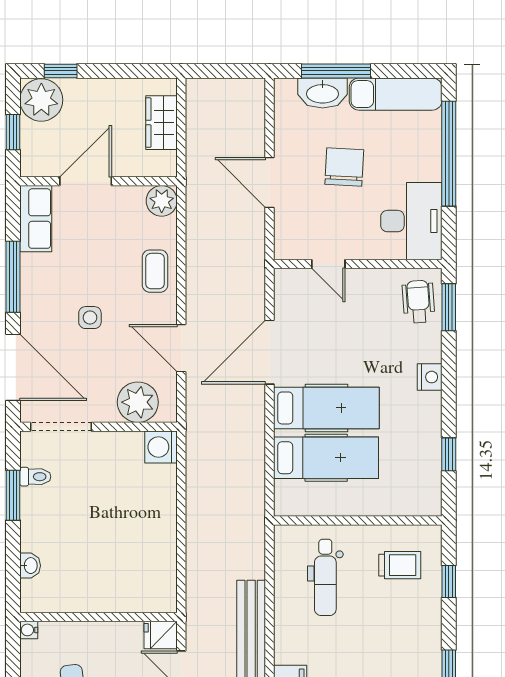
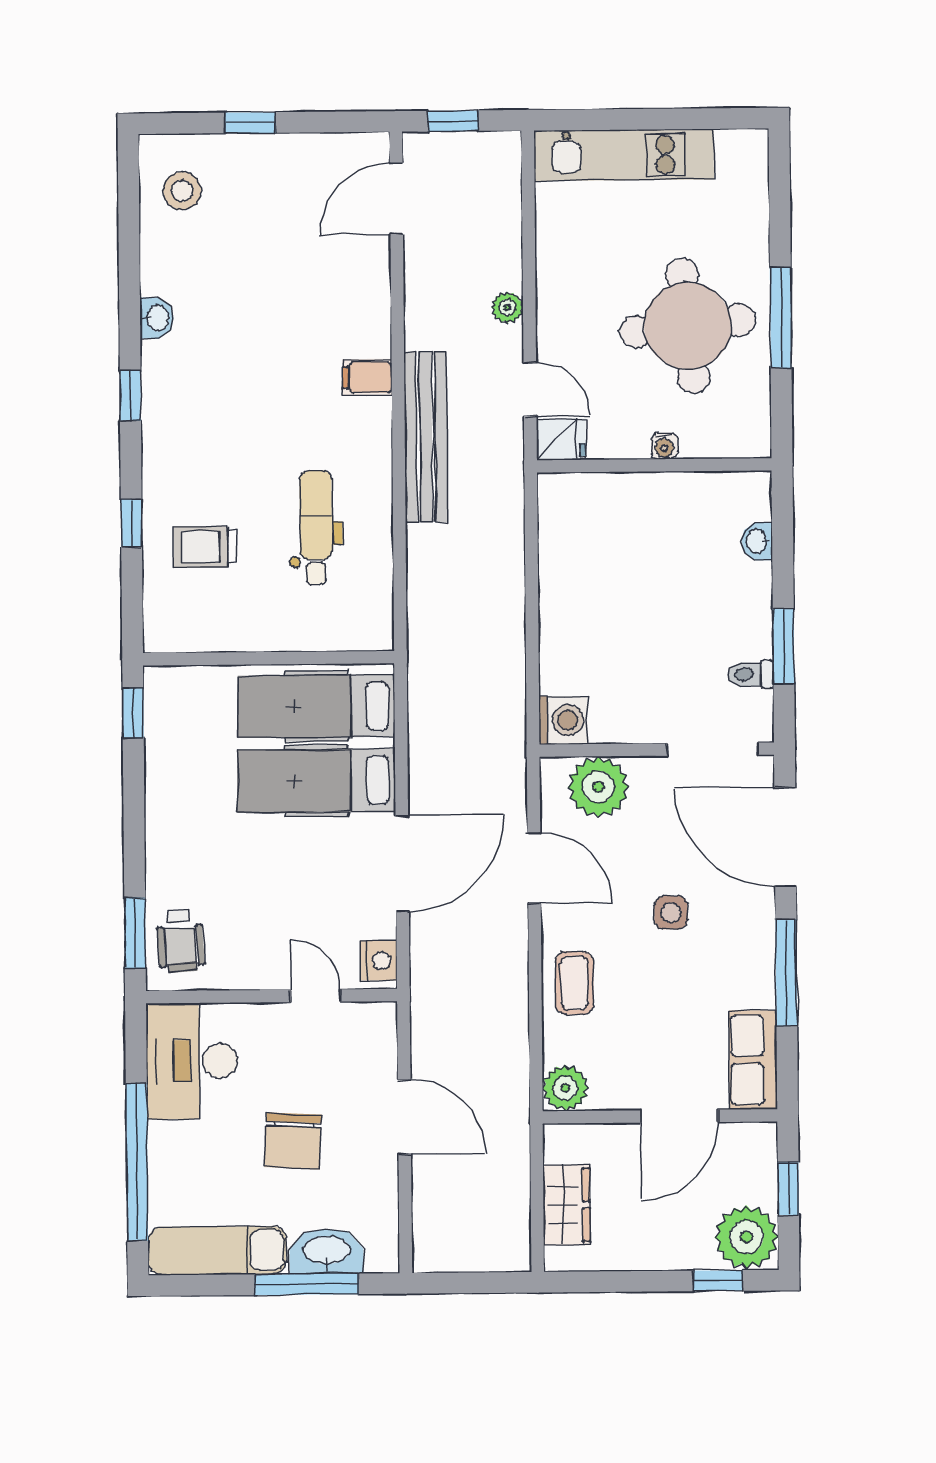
nightstand: (430, 377) -> (379, 961), moved, turned 180
wall: (358, 520) -> (269, 658), moved
water cooler: (29, 630) -> (664, 446), moved, turned 90

